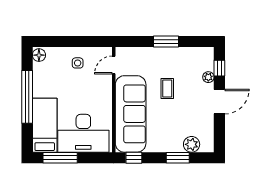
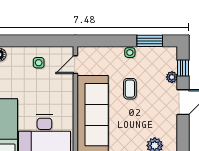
window: (166, 42) -> (150, 41), moved
side table: (167, 53) -> (130, 53), added

